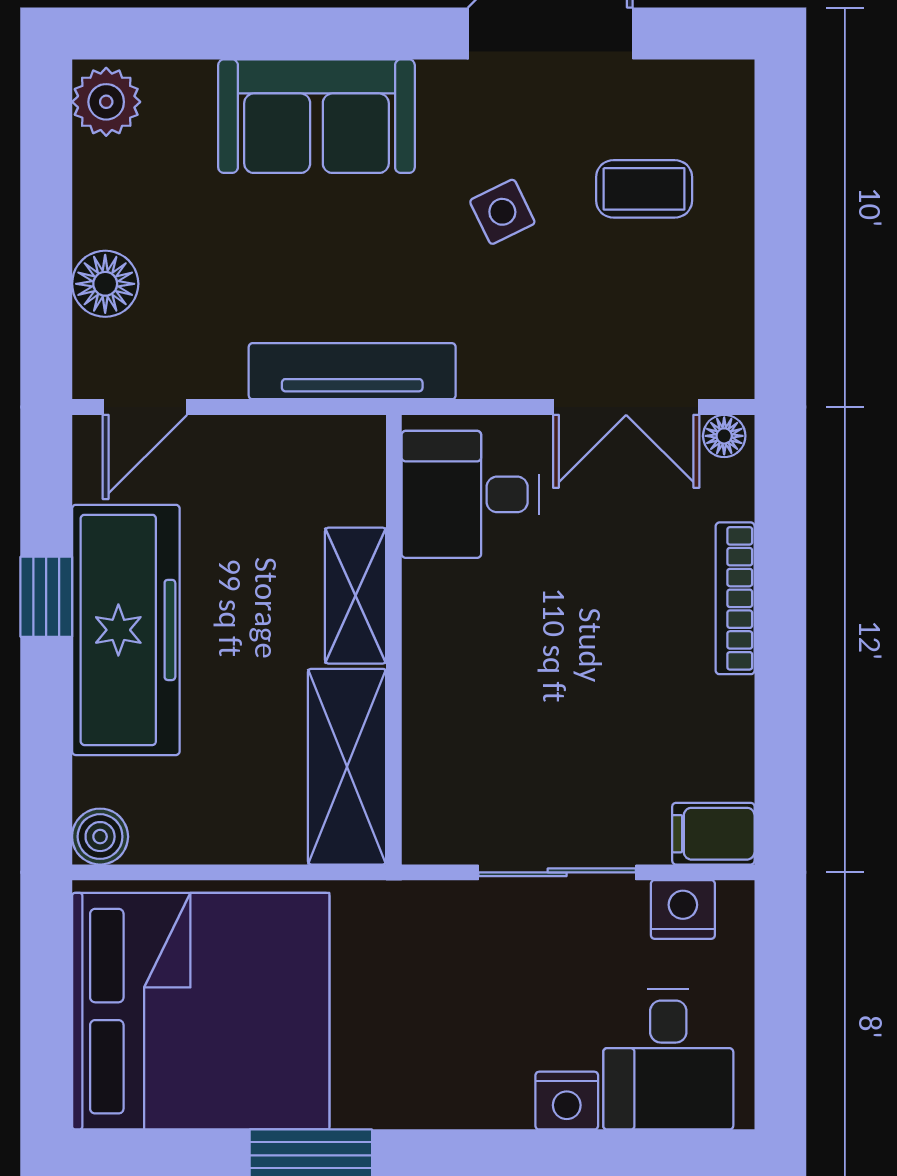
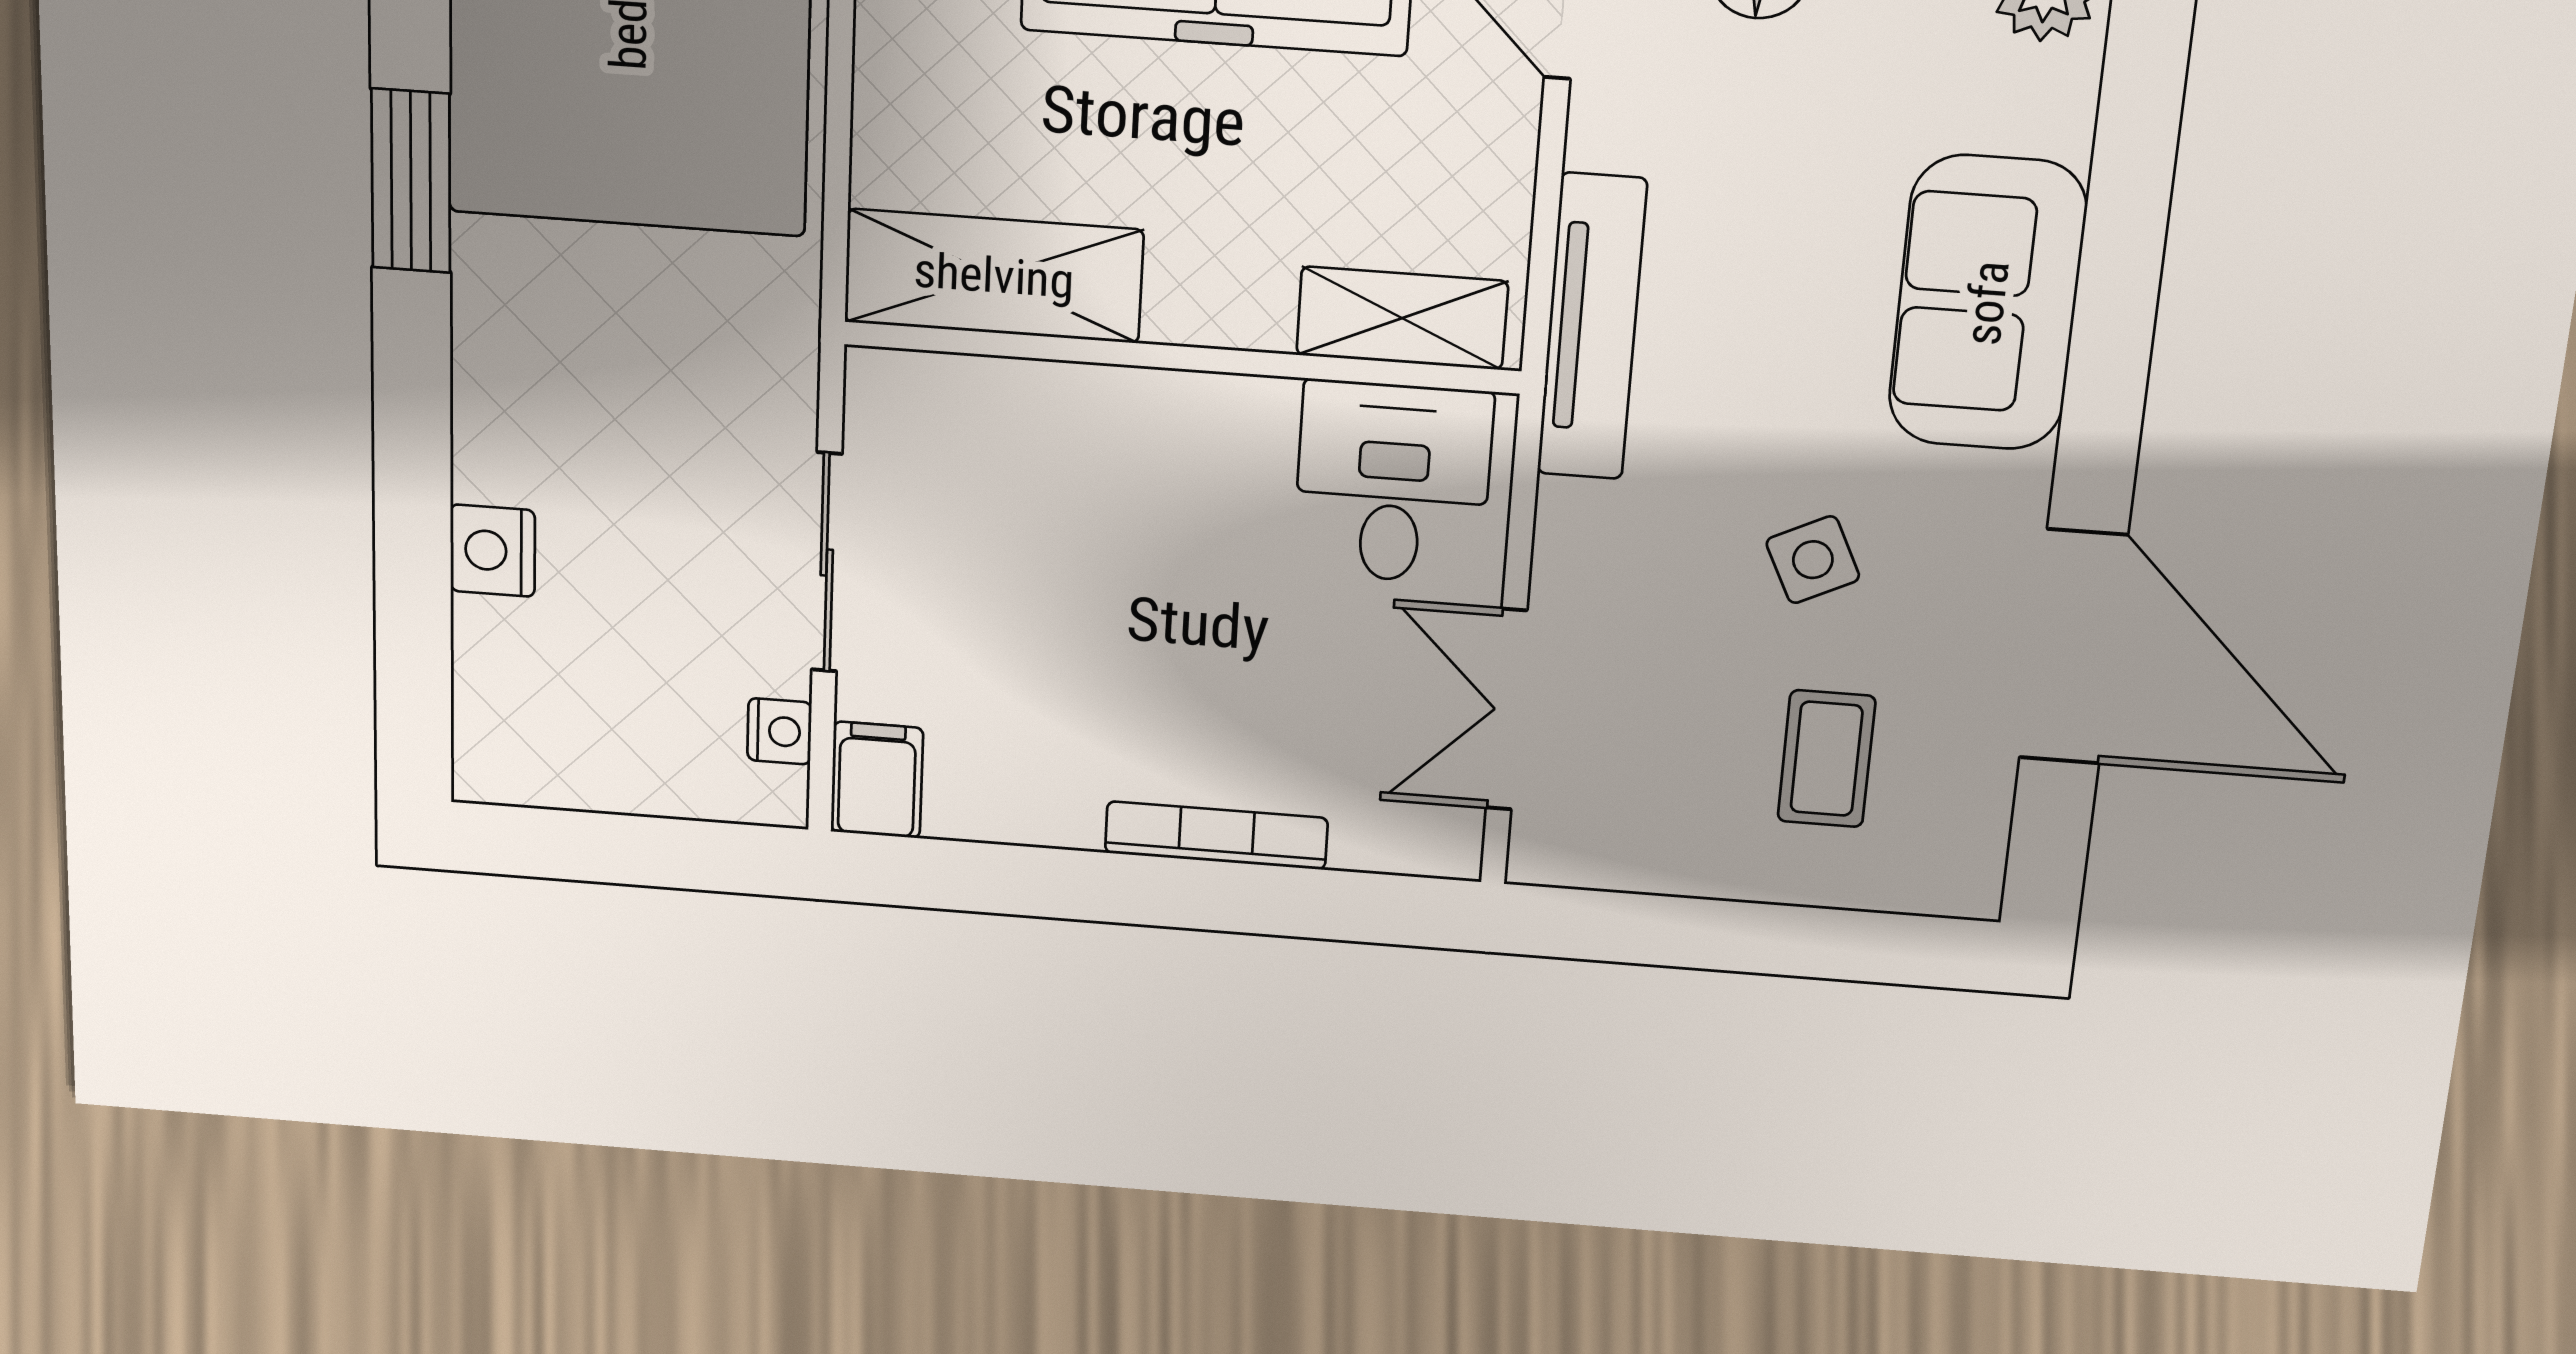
floor lamp: (724, 436) -> (1454, 839), removed
shelving: (356, 596) -> (1402, 318), moved
nightstand: (683, 909) -> (779, 731), width x0.72, depth x0.74
desk: (668, 1059) -> (552, 694), removed

